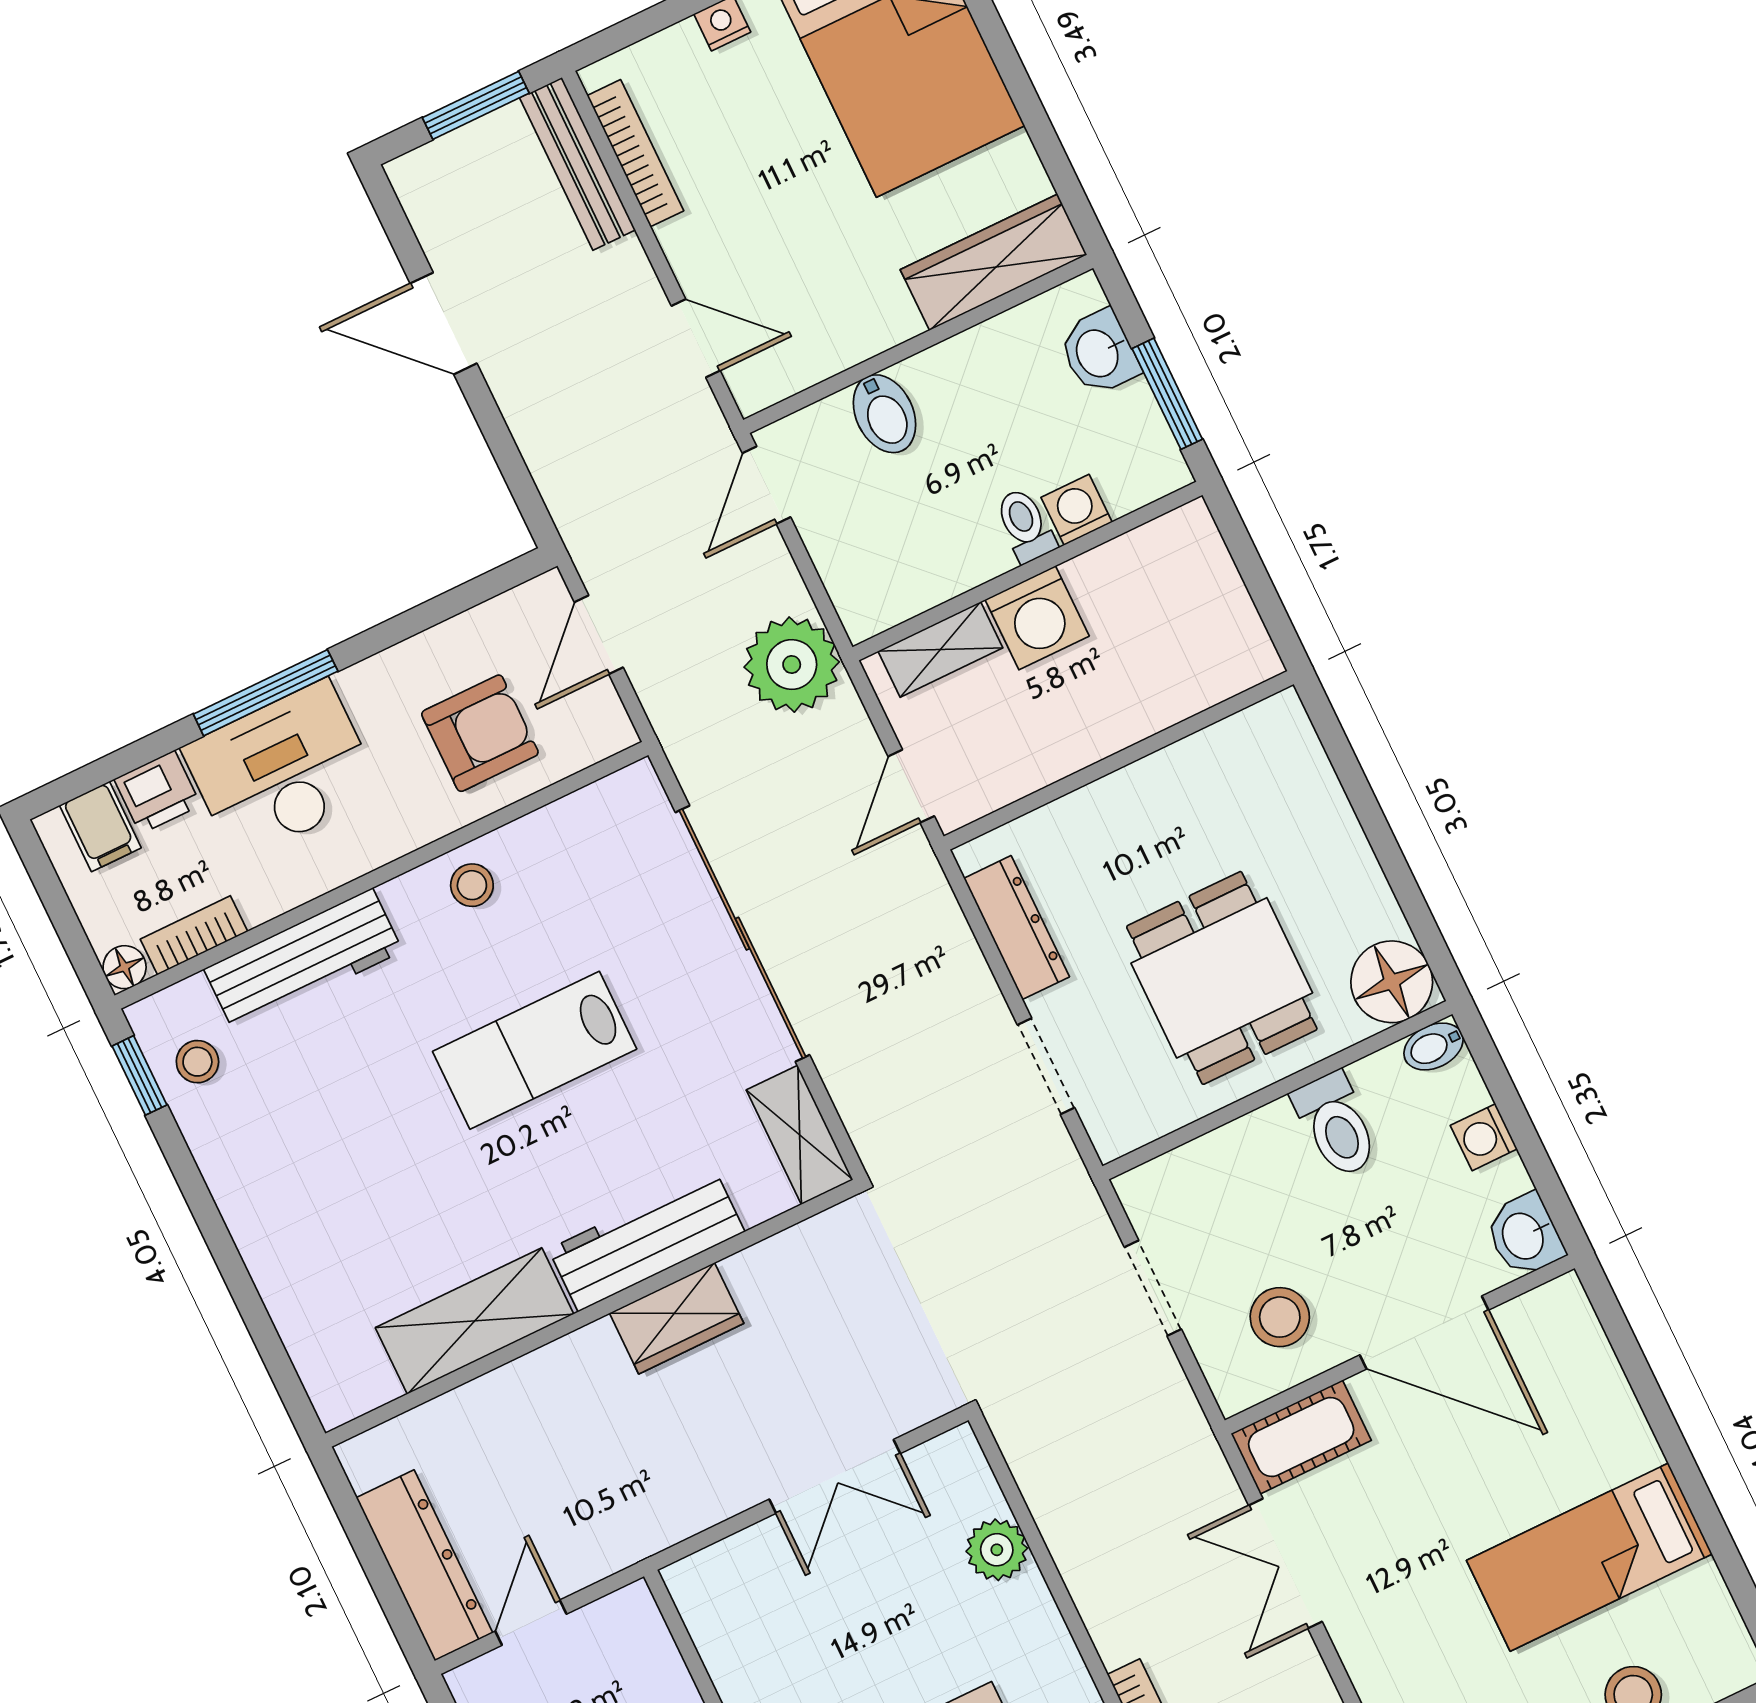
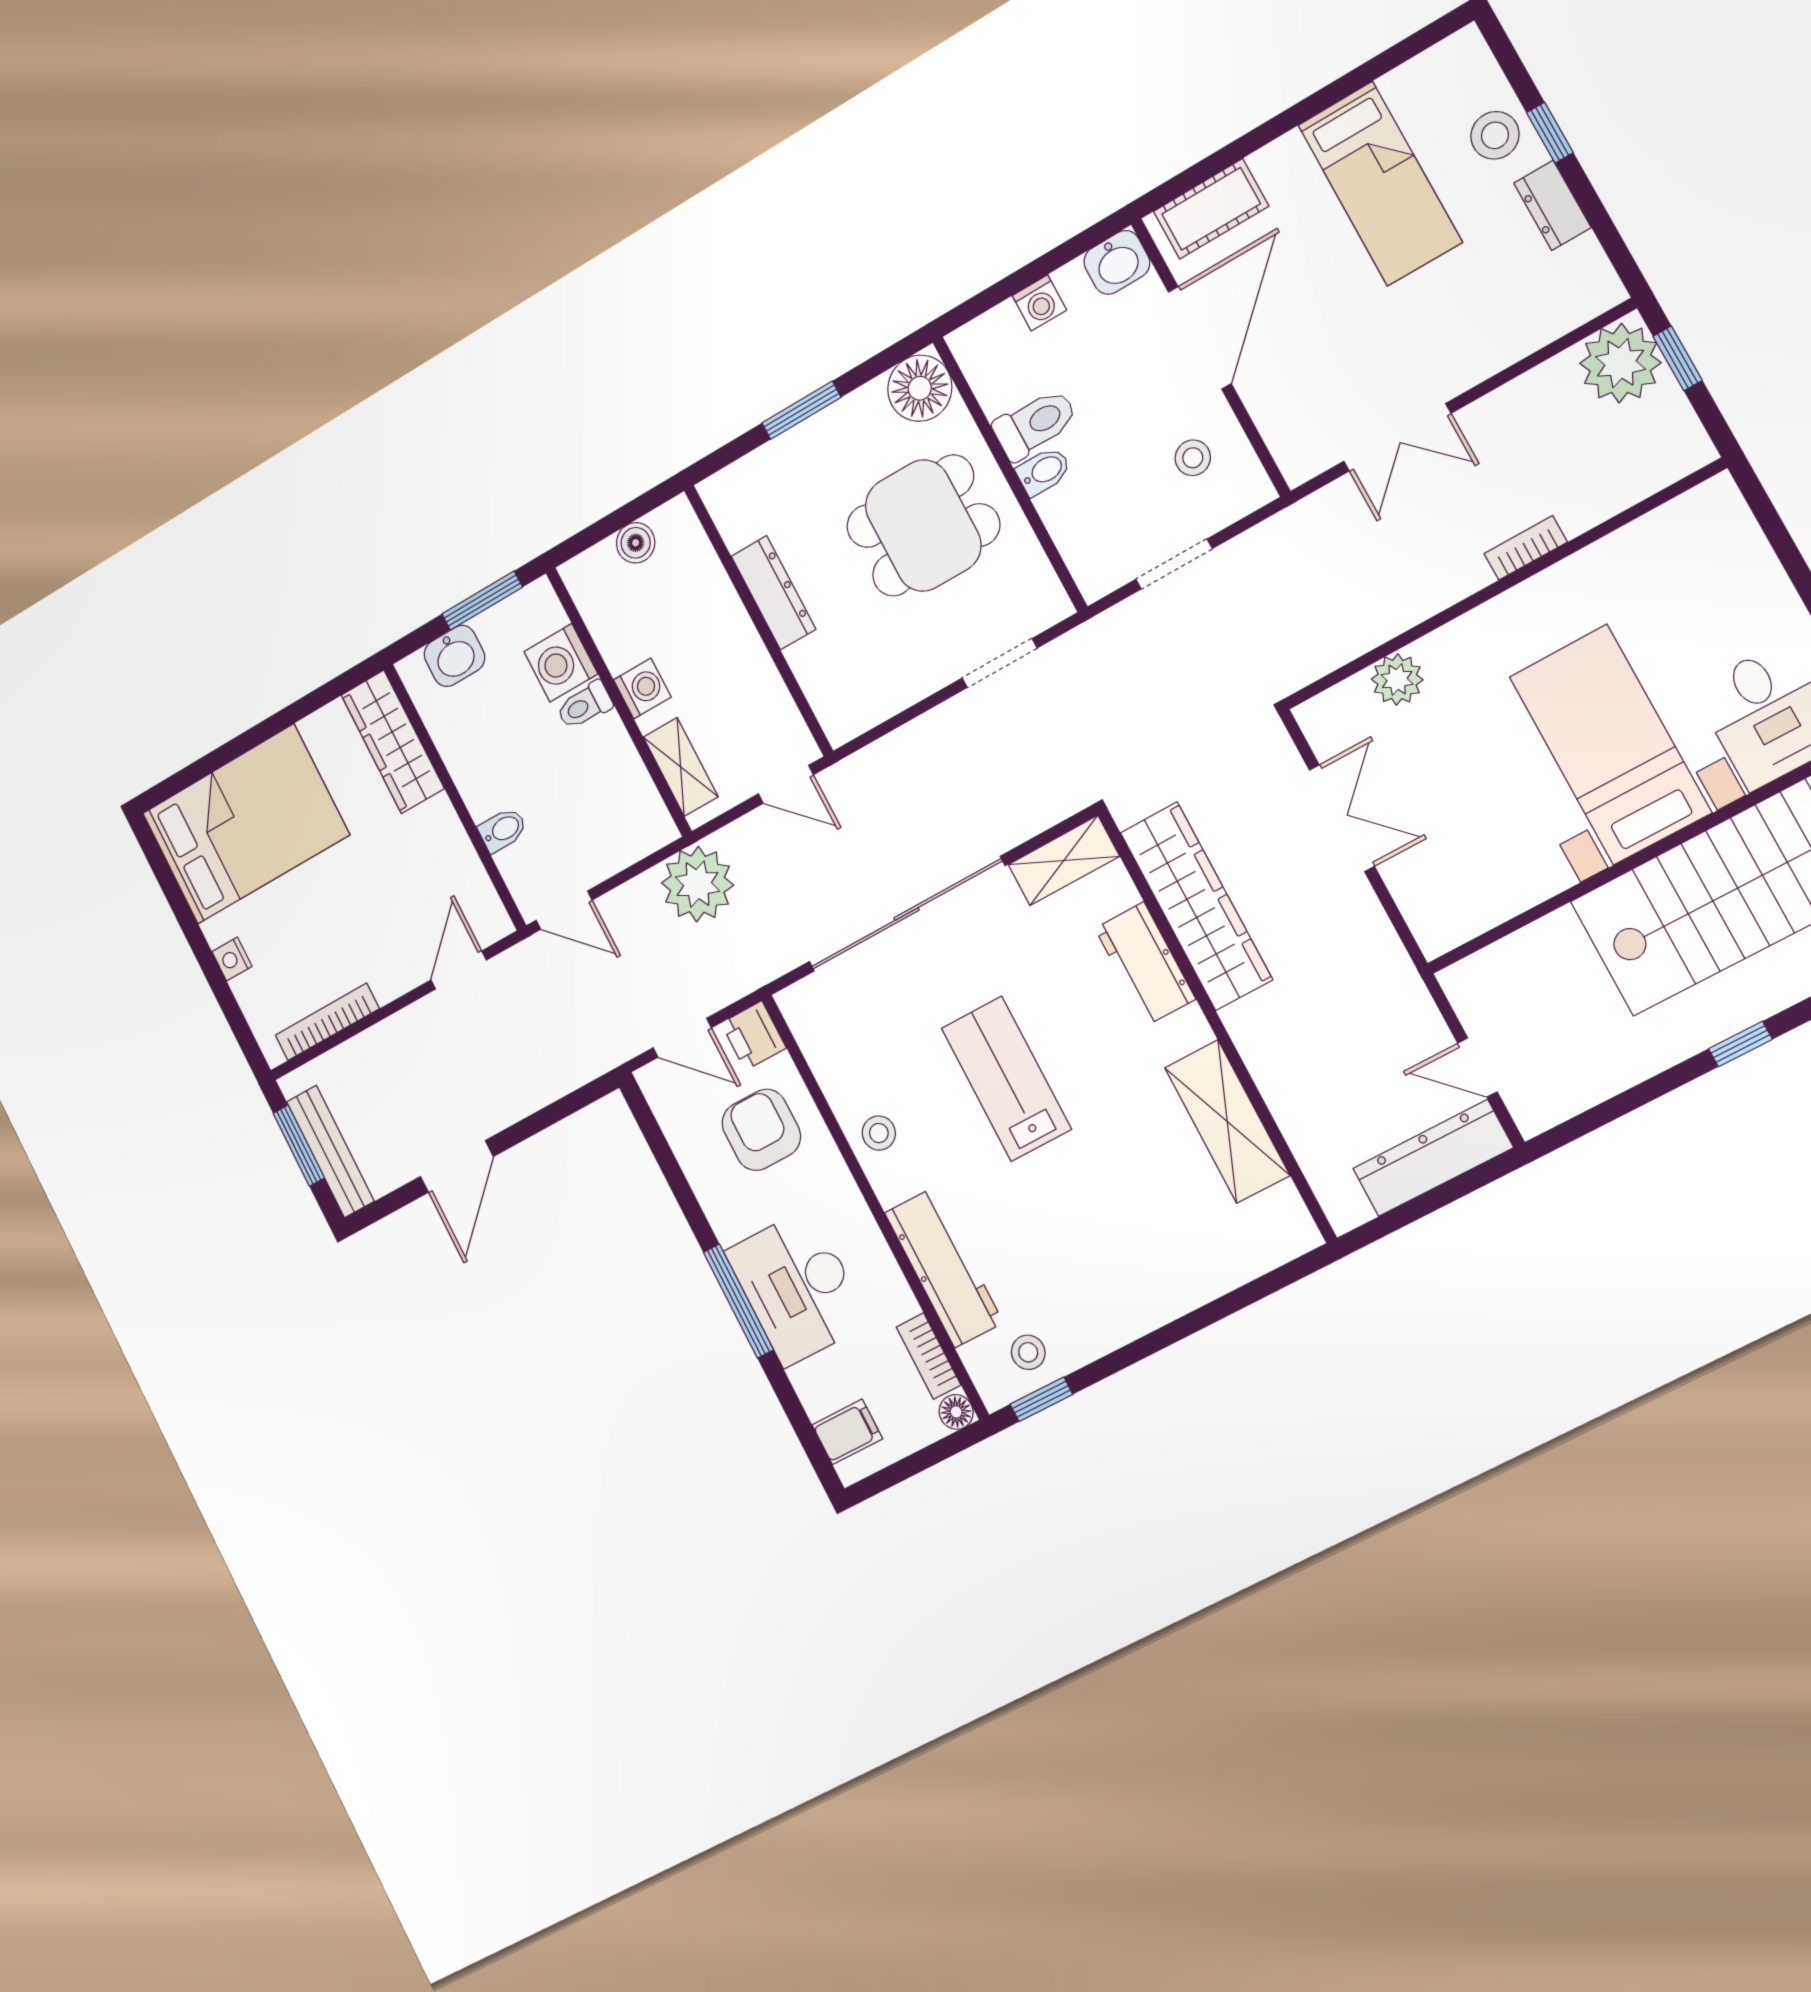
bench: (577, 164) -> (330, 1151), moved, turned 90
bidet: (884, 414) -> (503, 830), width x0.72, depth x0.74
washing machine: (1077, 510) -> (561, 663), width x1.38, depth x1.38
boiler: (1227, 604) -> (636, 543), added
washing machine: (1037, 618) -> (642, 688), width x0.73, depth x0.73
printer: (157, 792) -> (754, 1036), moved, turned 180
window: (1377, 829) -> (801, 410), added
dresser: (1017, 928) -> (773, 593), moved, turned 90
bidet: (1434, 1046) -> (1044, 471), moved, turned -90
lab bench: (535, 1050) -> (1006, 1079), turned 180
workbench: (647, 1241) -> (1145, 964), width x0.73
stool: (1280, 1317) -> (1193, 458), width x0.73, depth x0.73
wardrobe: (677, 1318) -> (1196, 906), width x2.10, depth x1.17
cot: (1301, 1437) -> (1211, 209), moved, turned 90

